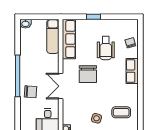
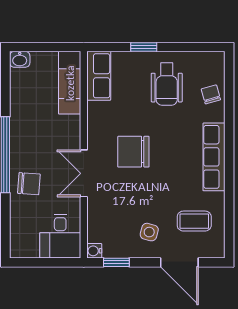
row of seats: (69, 39) -> (99, 76), width x0.68
wheelchair: (106, 48) -> (167, 84), moved
row of seats: (132, 71) -> (214, 157), width x1.48
chair: (88, 74) -> (133, 152), turned 90

